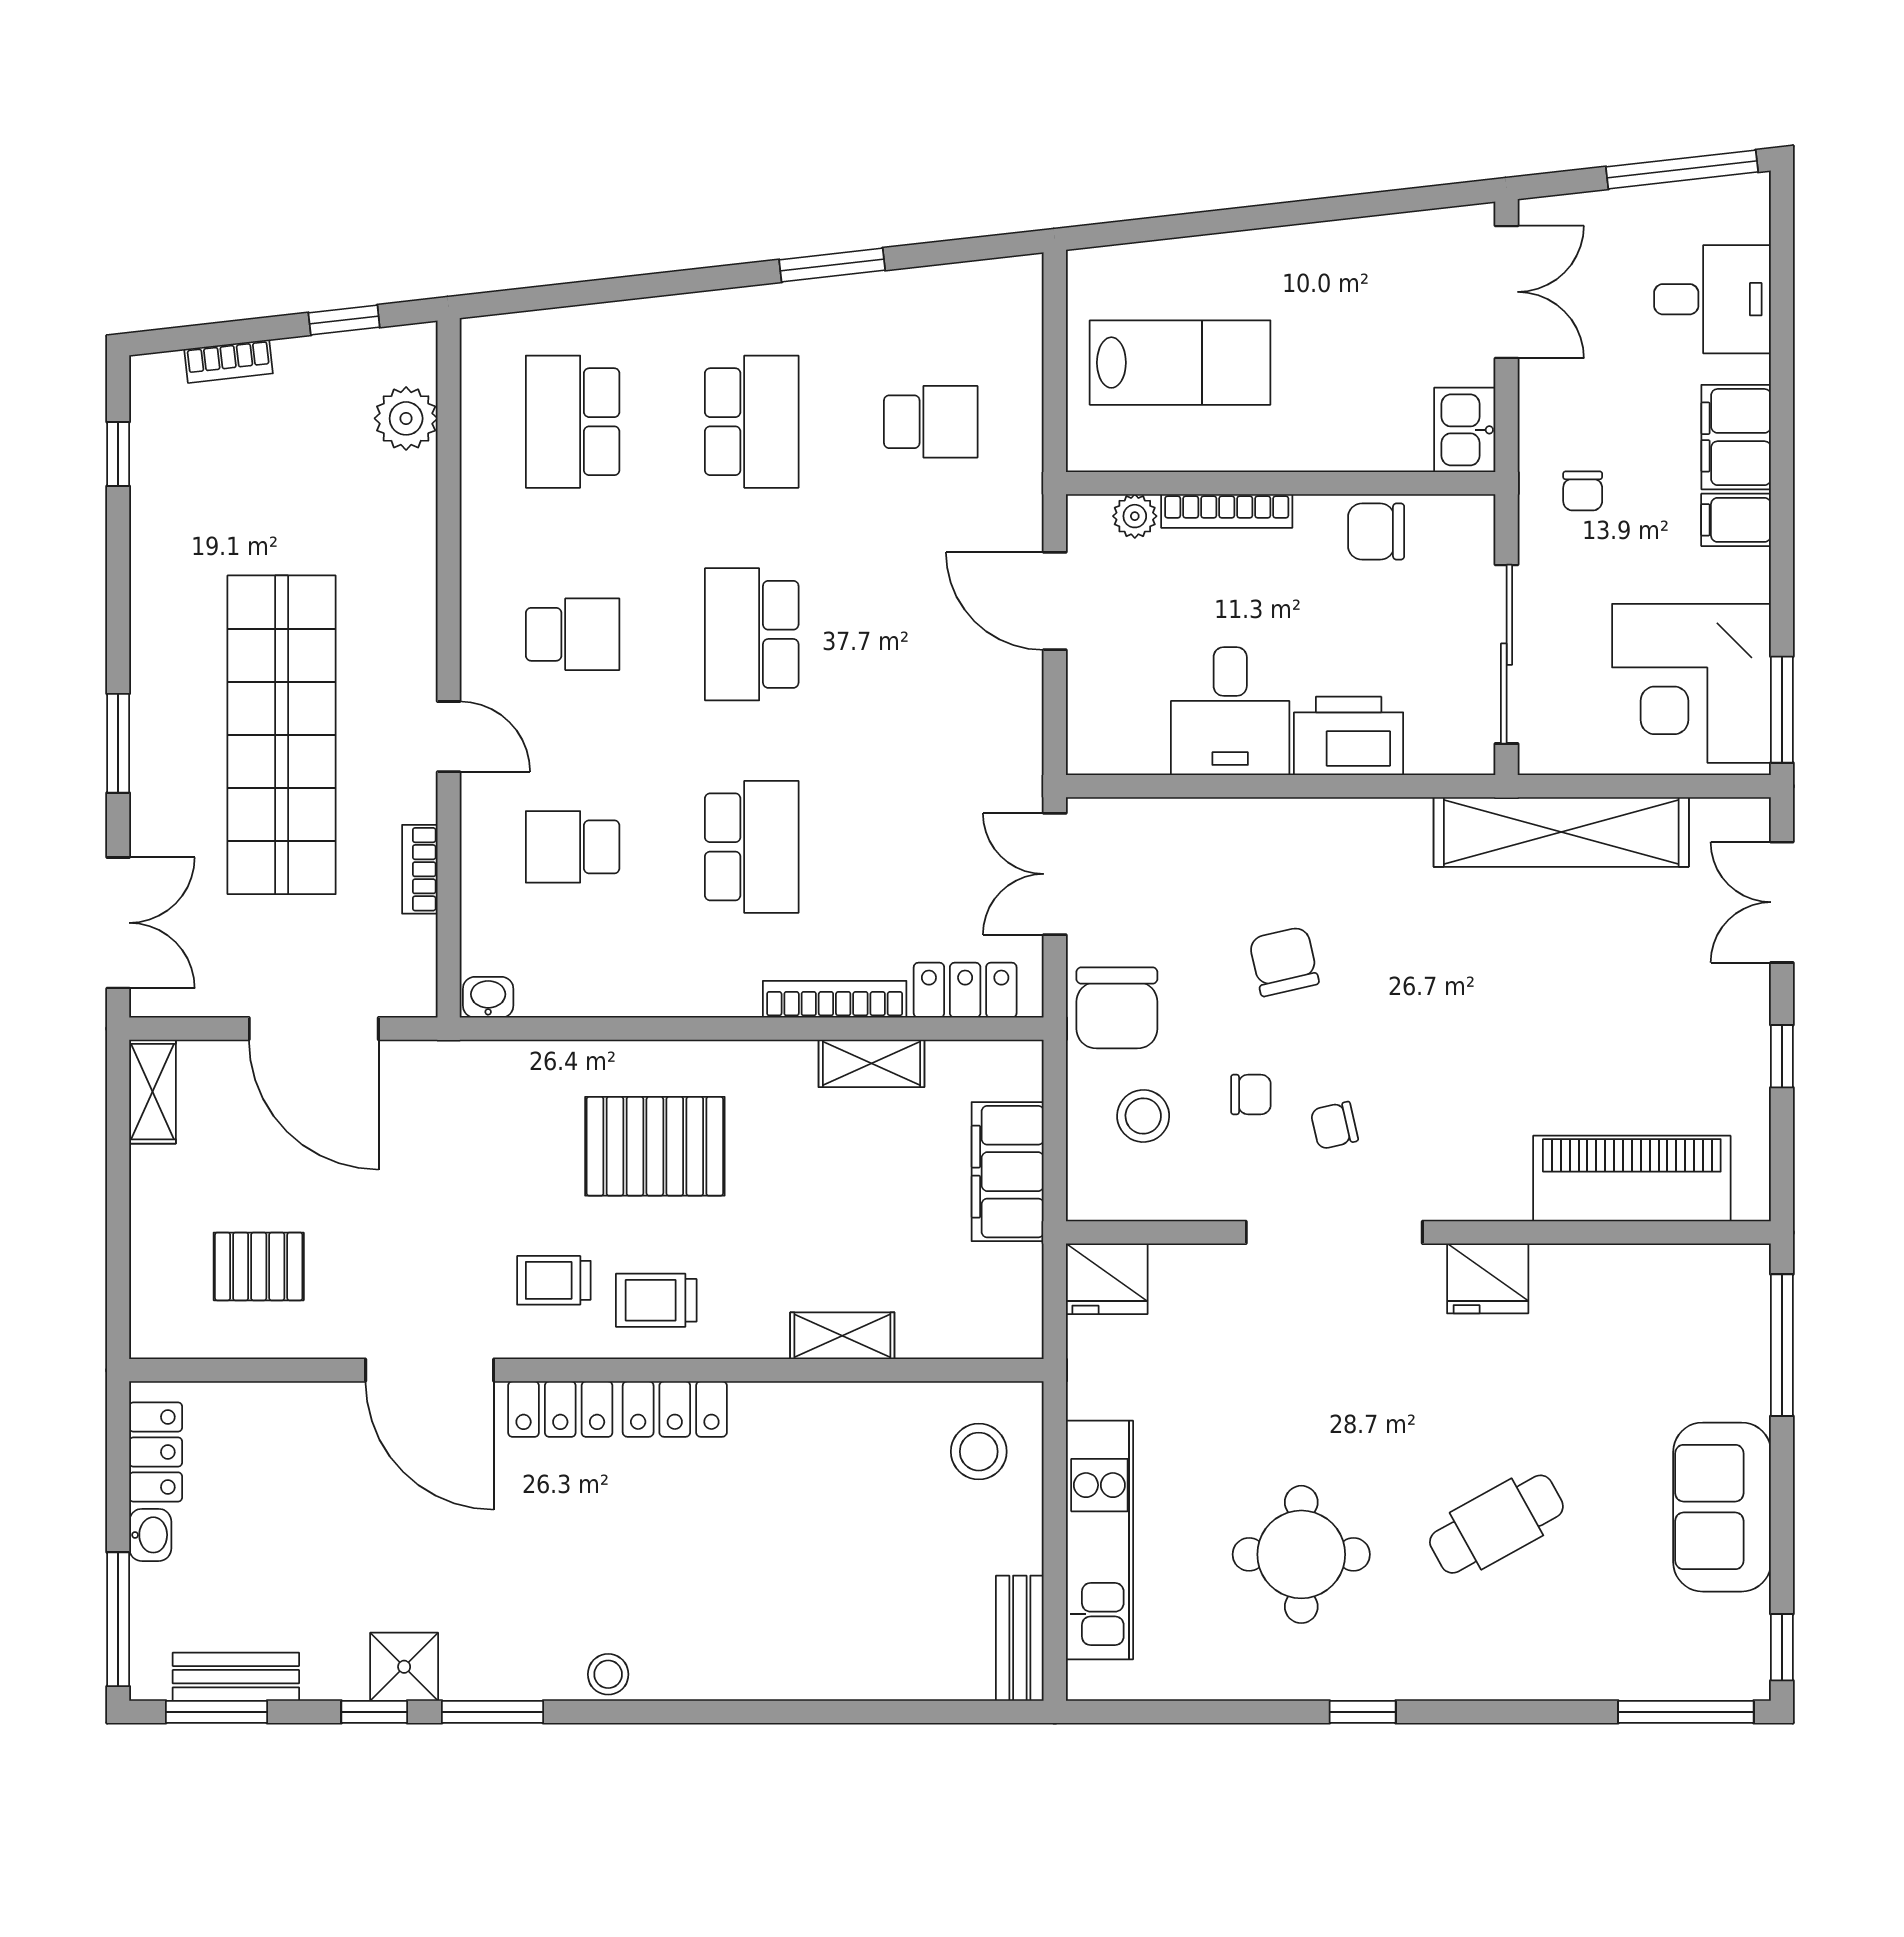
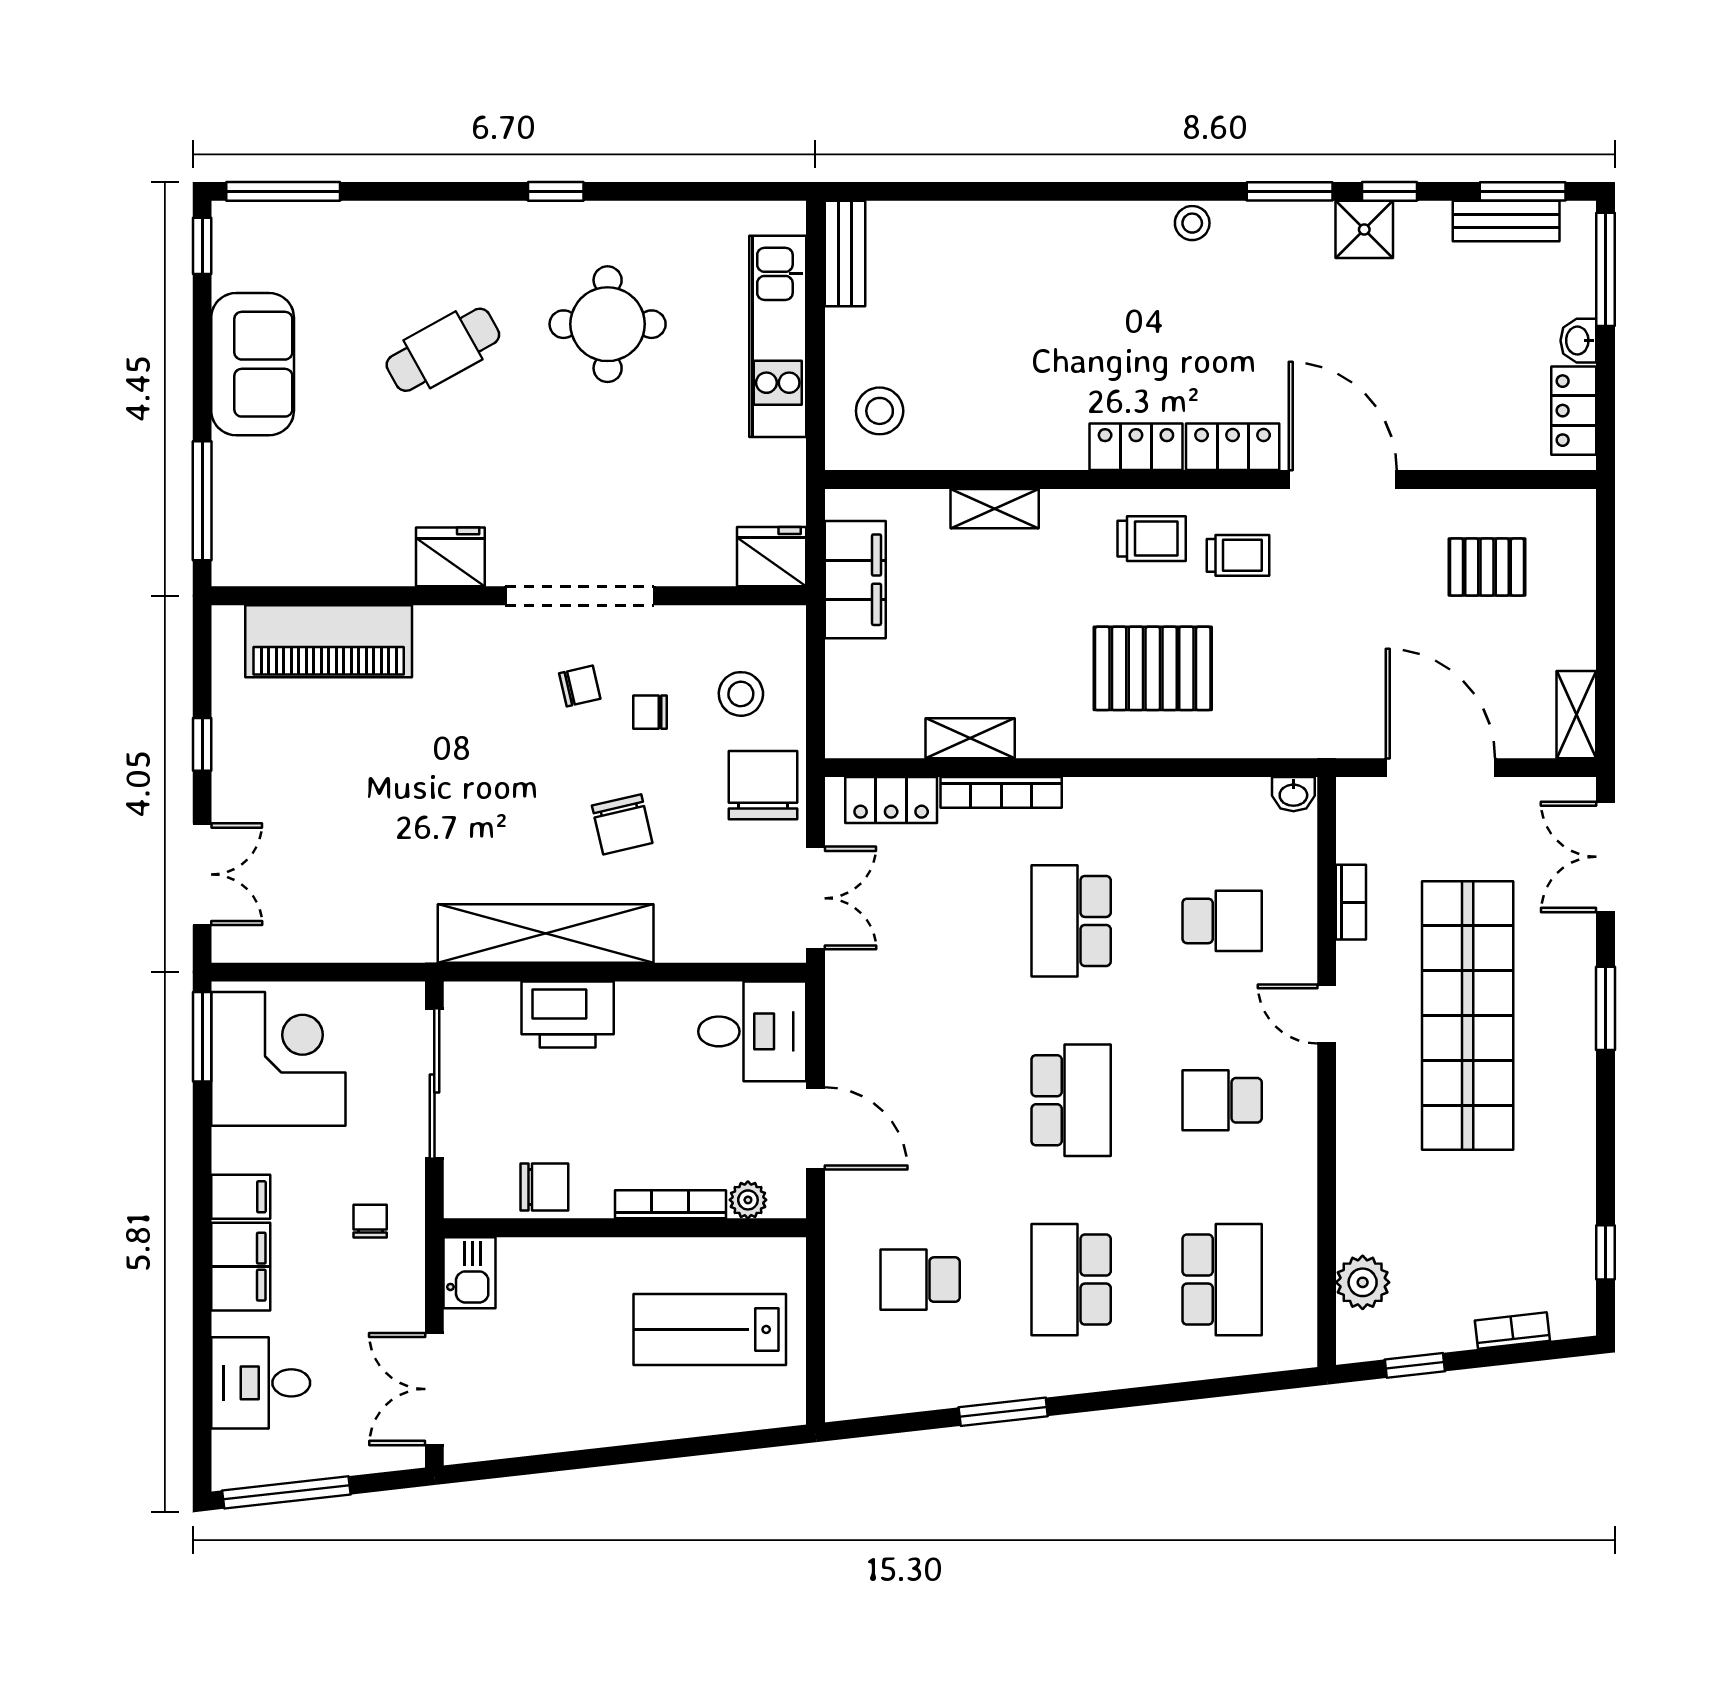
desk: (1230, 711) -> (752, 1031), moved, turned 90
shelving: (1561, 832) -> (546, 933), moved
filing cabinet: (1008, 1172) -> (855, 580), moved

